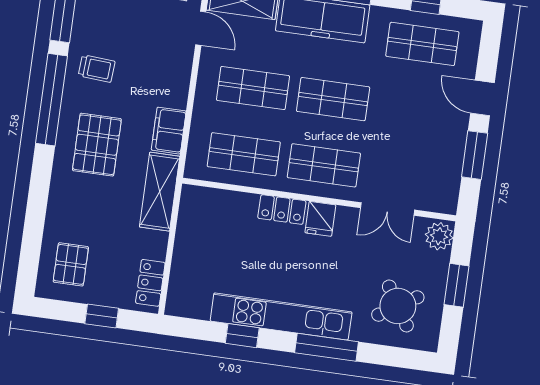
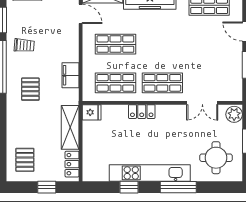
shop shelf: (333, 99) -> (162, 44), removed
pallet: (97, 145) -> (30, 89), width x0.67, depth x0.71
shelving: (160, 192) -> (70, 127), moved
fridge: (320, 219) -> (92, 112), moved, turned -90
round table: (398, 306) -> (216, 158), turned 32

